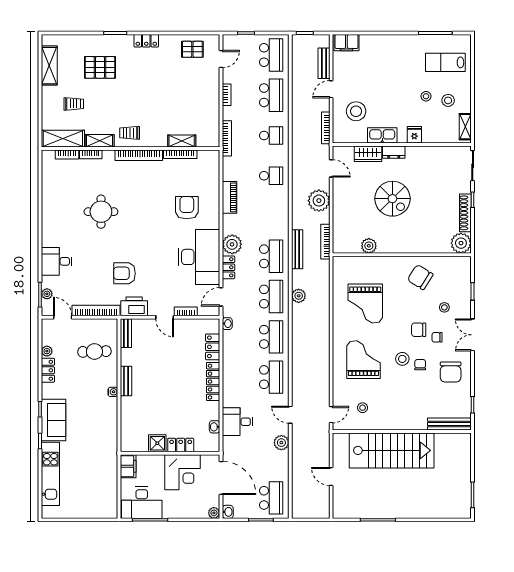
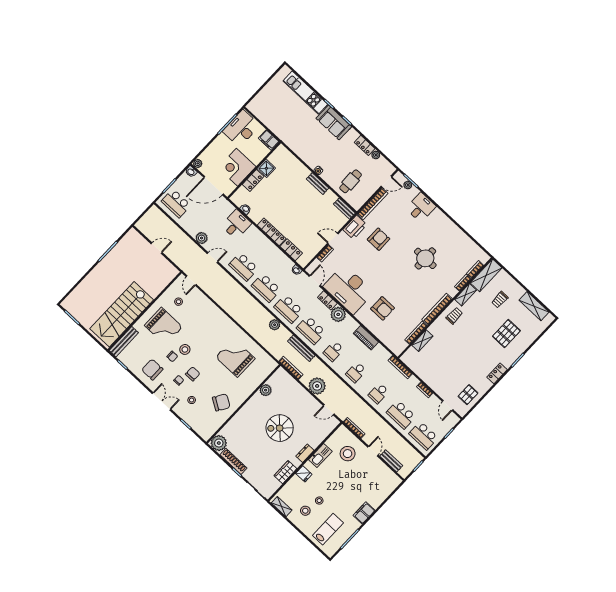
filing cabinet: (346, 43) -> (364, 513), moved
wardrobe: (368, 154) -> (285, 472), moved
school desk: (271, 216) -> (334, 351), added
grand piano: (363, 360) -> (163, 326), moved
stairs: (392, 450) -> (122, 314), moved

